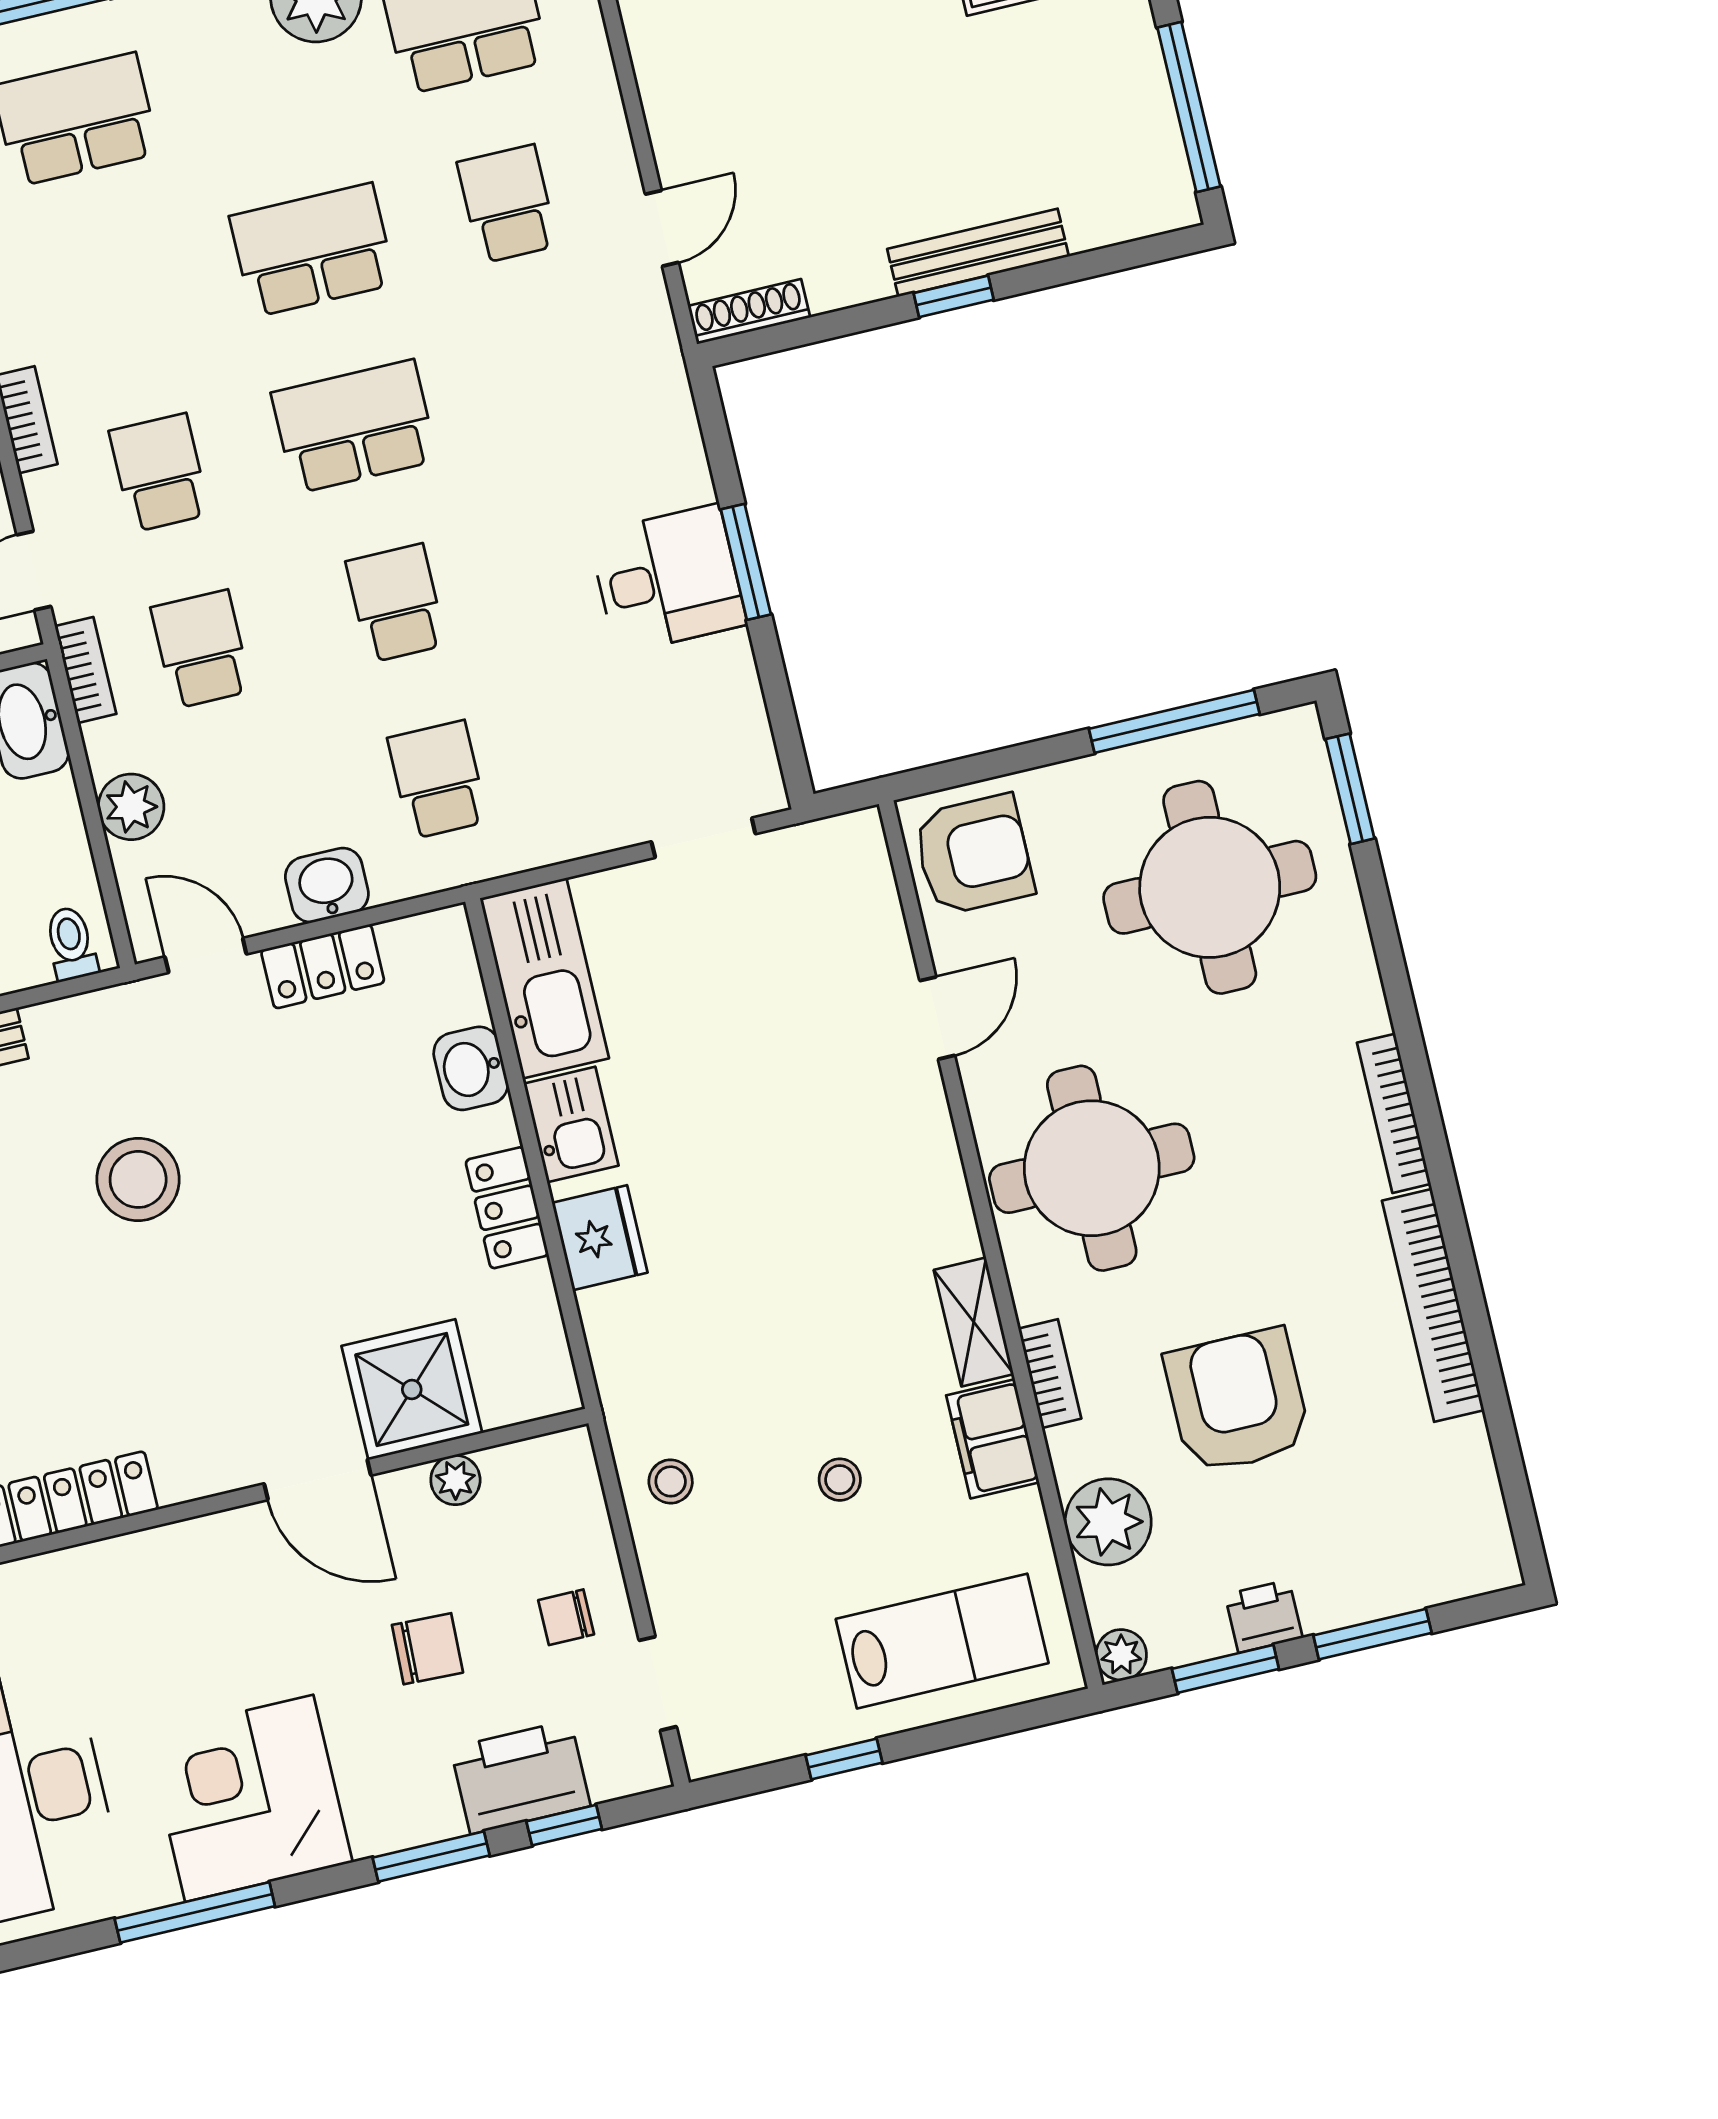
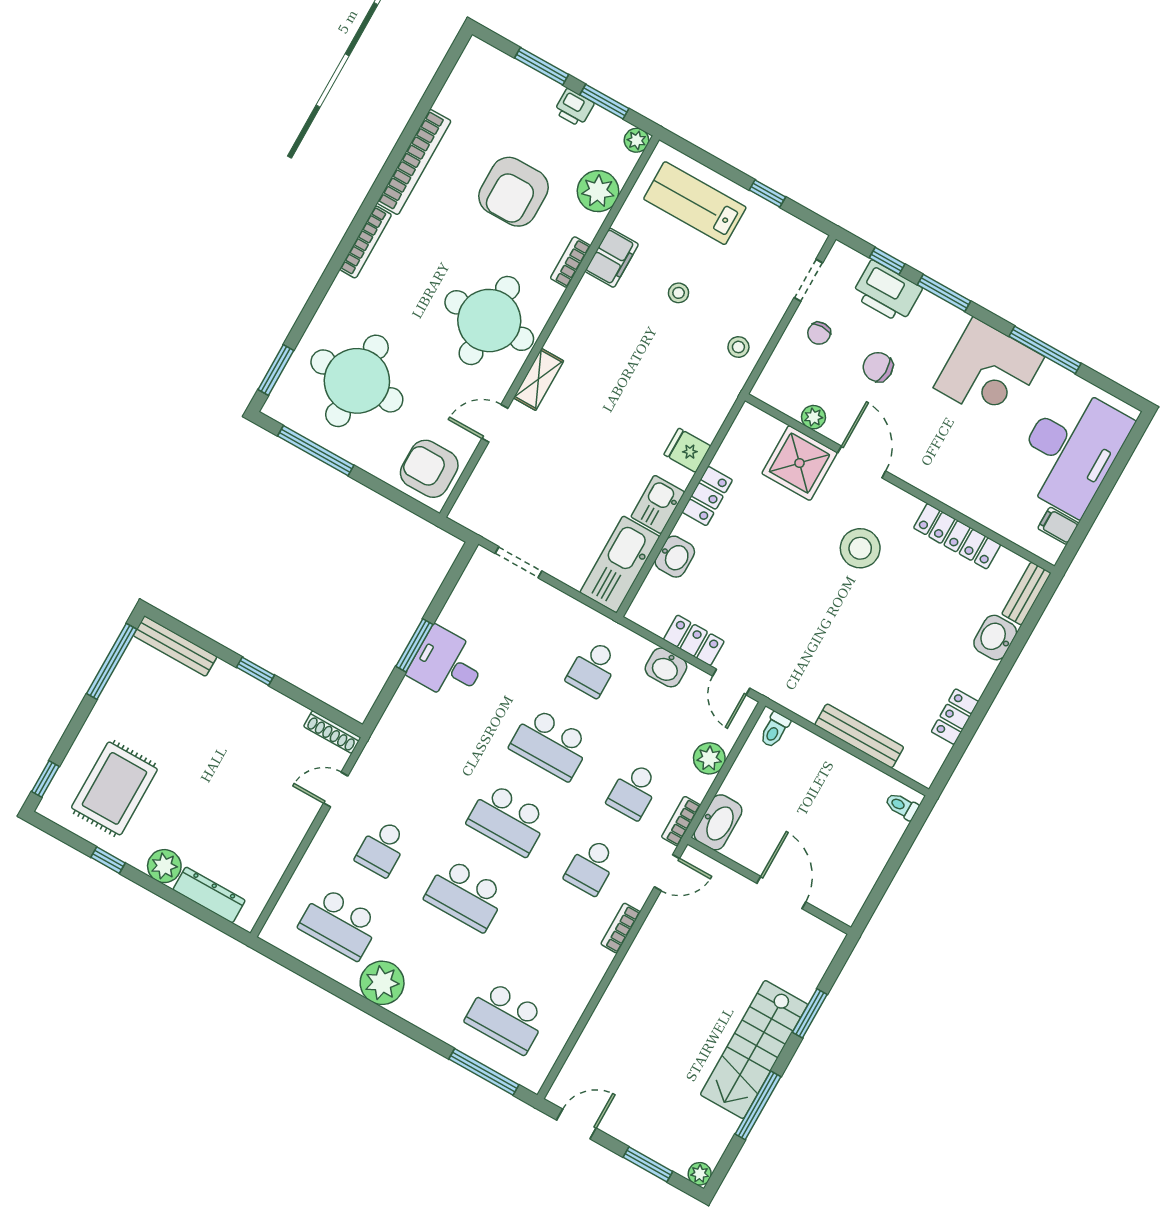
bench: (978, 253) -> (175, 646), moved
school desk: (396, 603) -> (550, 744), width x1.85
stool: (138, 1179) -> (860, 548), moved
fridge: (600, 1238) -> (687, 450), width x0.72
shelving: (974, 1322) -> (538, 379), moved
chair: (566, 1617) -> (819, 333), turned 90

